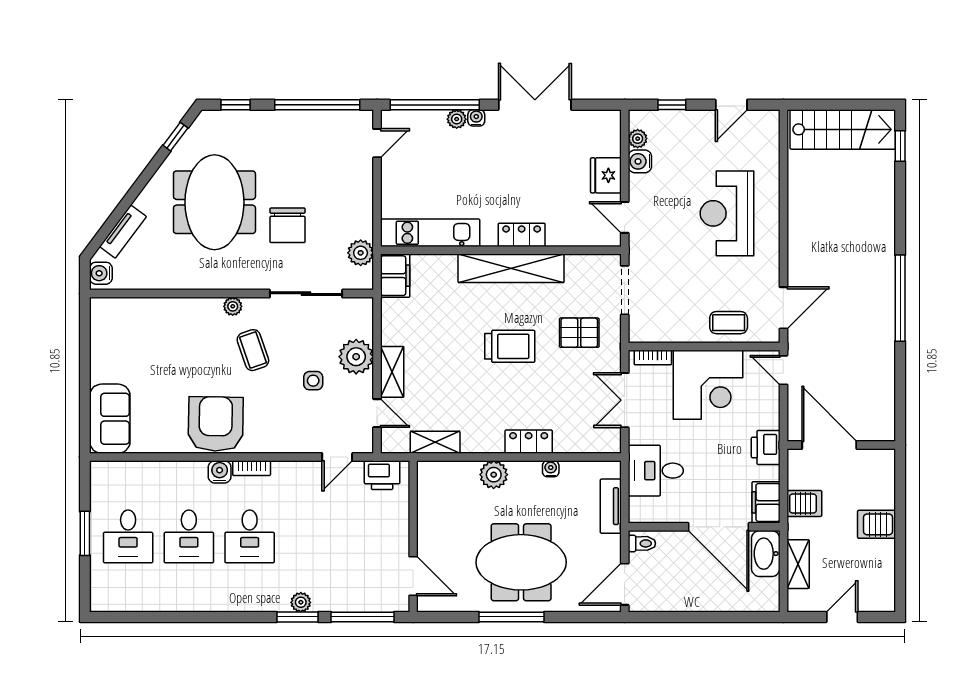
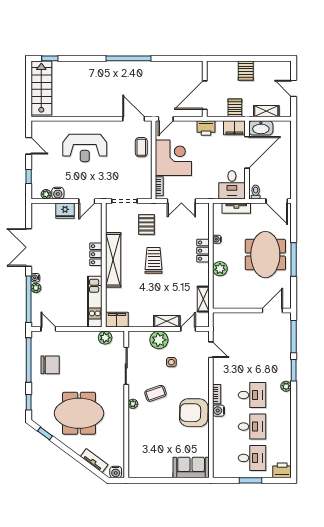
chair: (288, 225) -> (50, 365), moved
desk: (656, 471) -> (232, 185), moved
printer: (382, 475) -> (282, 470), moved, turned -90
plant: (301, 602) -> (286, 386), moved

